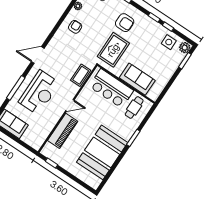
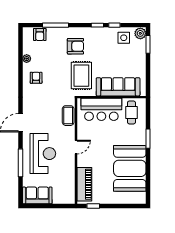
sofa: (137, 79) -> (118, 87), width x1.36
piano: (63, 131) -> (84, 184), moved

